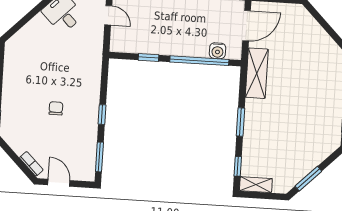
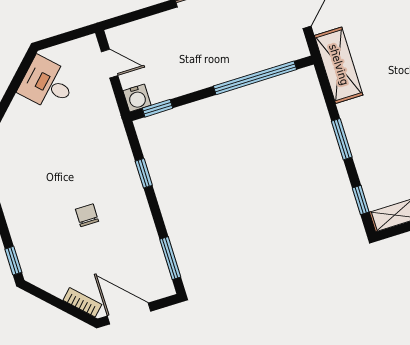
water cooler: (218, 51) -> (137, 98), moved
window: (149, 57) -> (158, 108), moved
window: (102, 115) -> (144, 173), moved
door: (59, 183) -> (129, 314), width x1.38

